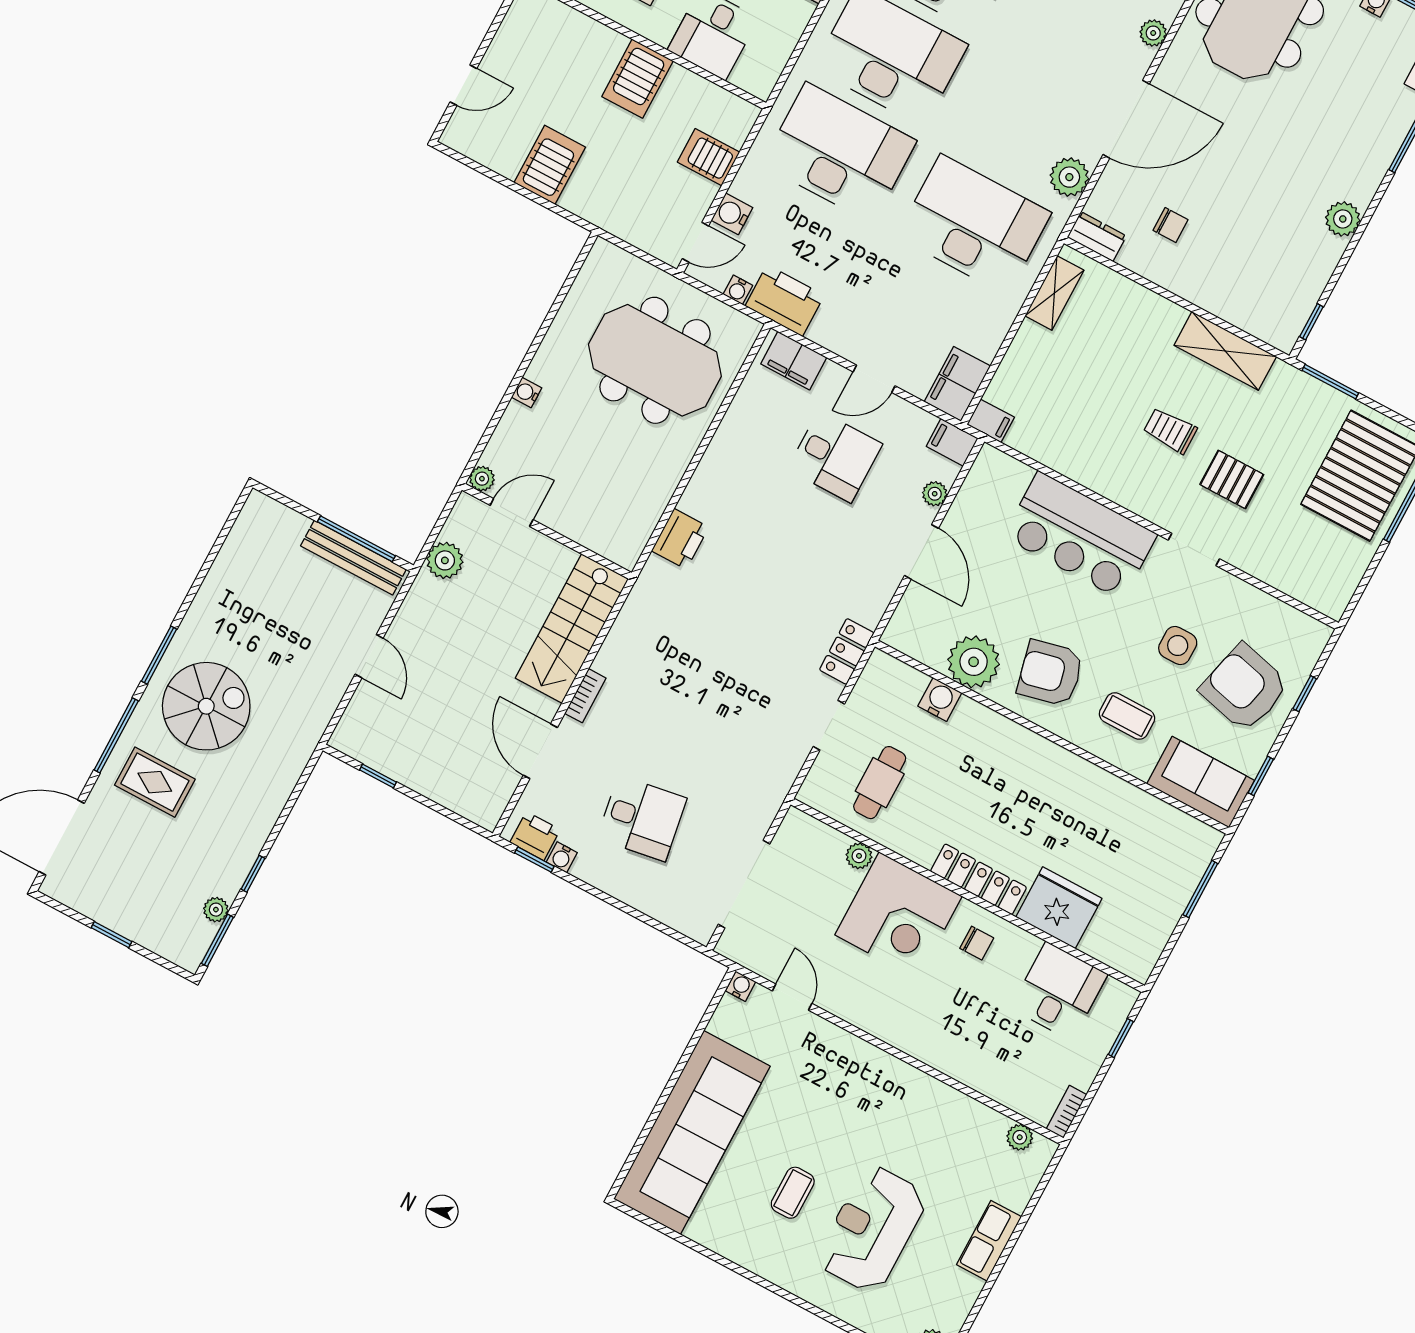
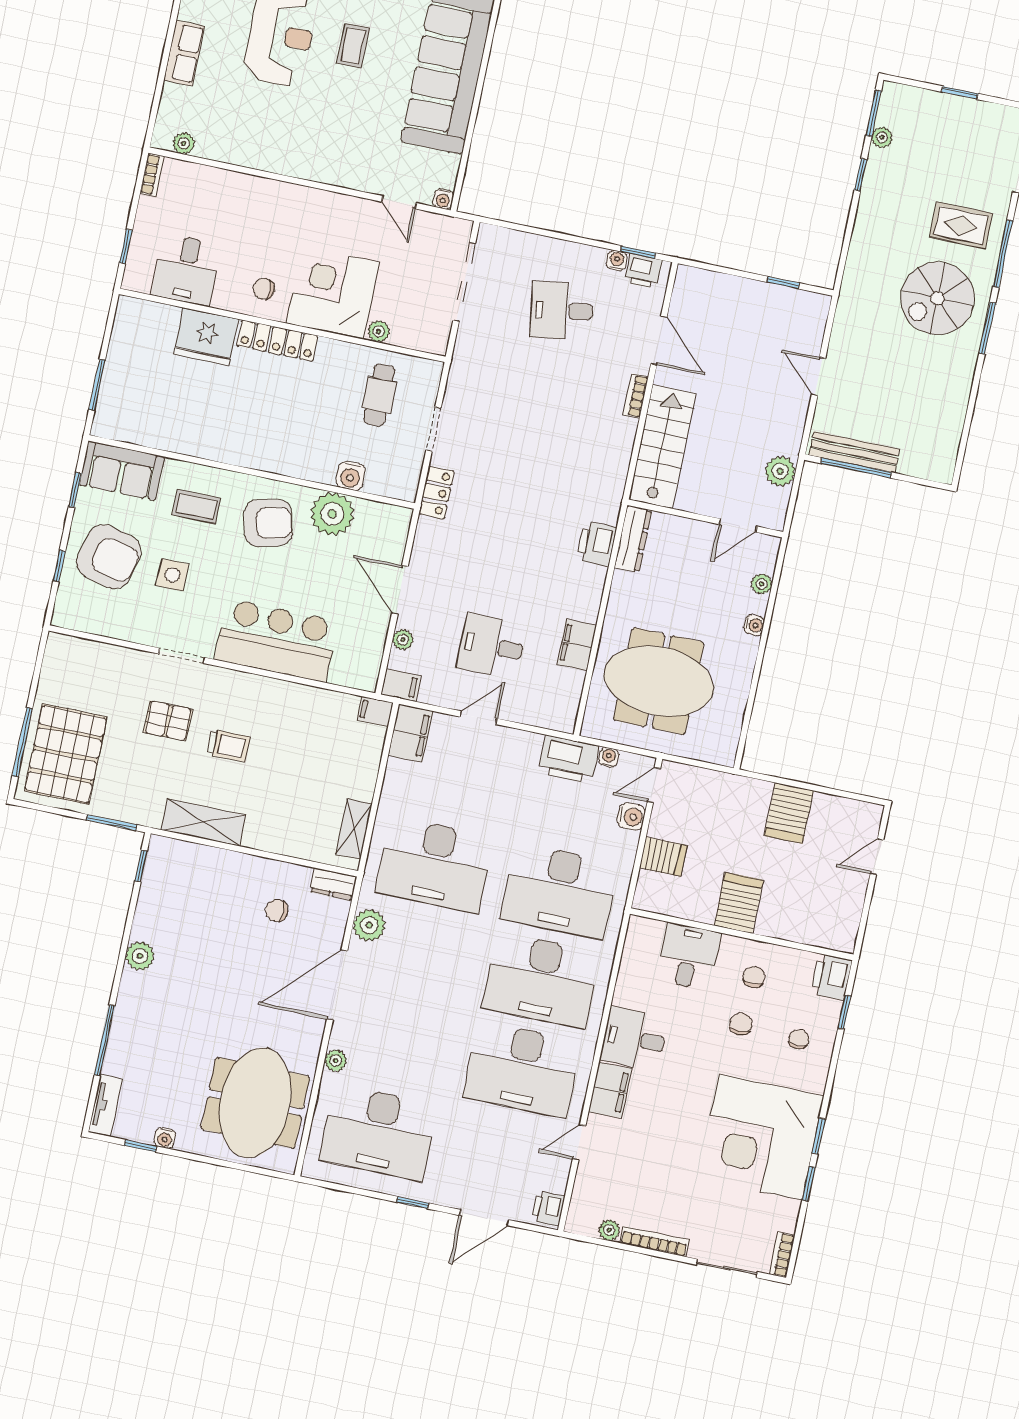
filing cabinet: (794, 361) -> (577, 645), moved, turned -90
plant: (482, 479) -> (762, 584), moved
dresser: (637, 532) -> (633, 539), added

